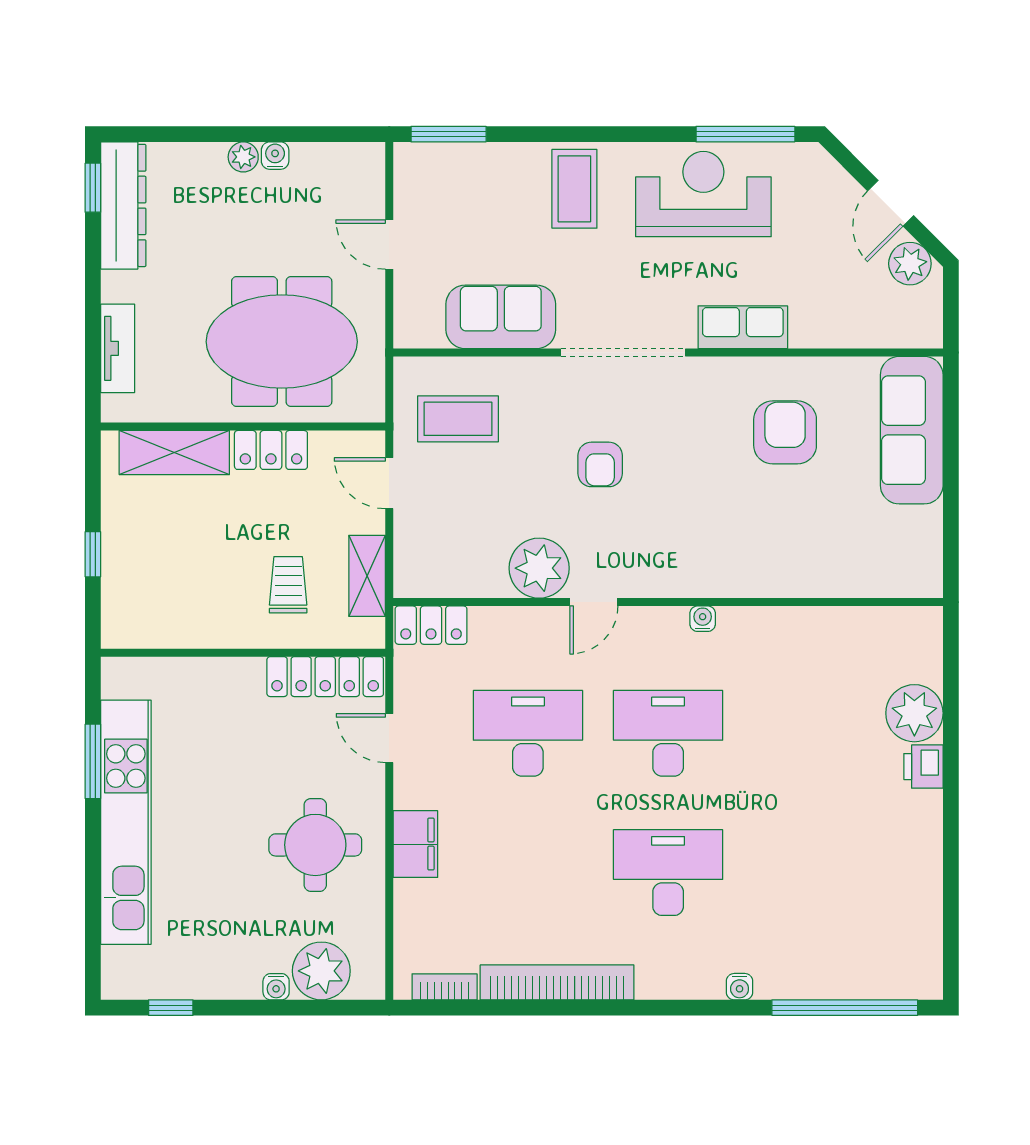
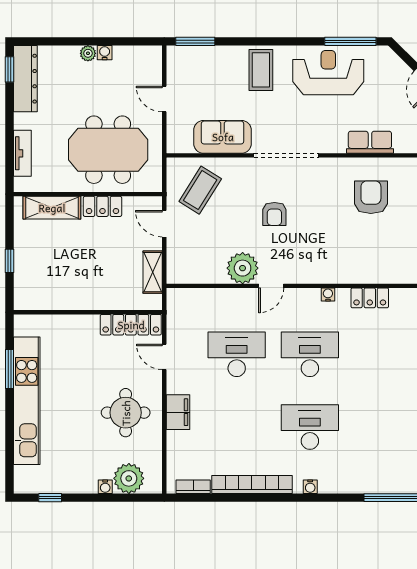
row of seats: (743, 327) -> (370, 142), moved
coffee table: (458, 419) -> (200, 190), turned -58
trolley: (288, 585) -> (111, 277), removed
locker: (431, 625) -> (370, 298), moved
water cooler: (740, 987) -> (310, 487), moved

